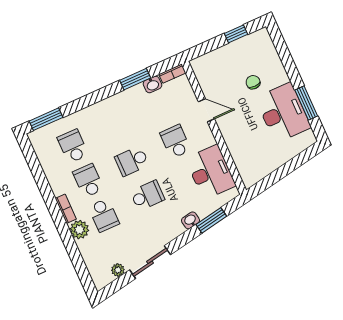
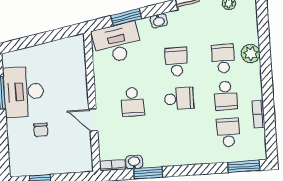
school desk: (73, 146) -> (228, 132), turned 180
desk: (211, 172) -> (117, 43), moved, turned 80
school desk: (147, 196) -> (177, 62), turned 90
bookcase: (66, 209) -> (259, 114), moved
washbasin: (190, 220) -> (159, 21), moved

